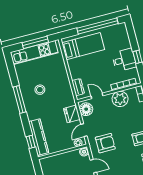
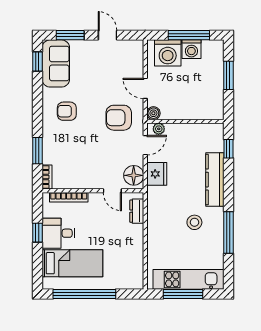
bed: (83, 46) -> (72, 263), moved, turned 180
plant: (120, 99) -> (80, 177), removed
window: (19, 100) -> (228, 233), moved
kitchen counter: (39, 137) -> (215, 180), moved

